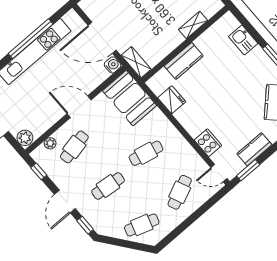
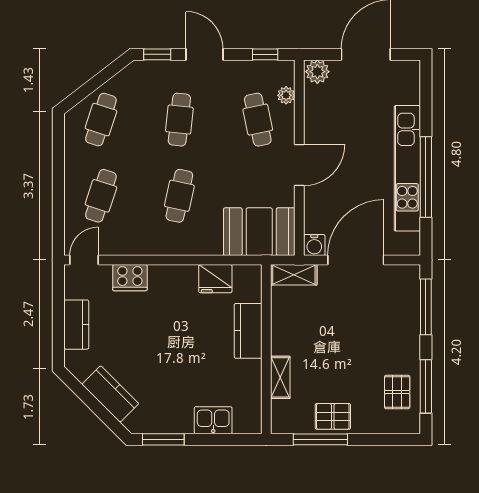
window: (248, 170) -> (58, 297), removed
cafe table: (180, 192) -> (101, 196), turned 42

